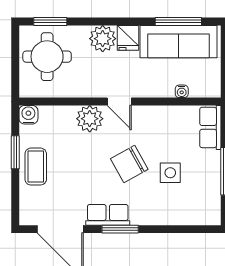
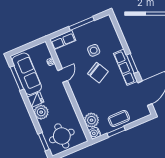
door: (119, 101) -> (63, 76), moved
plant: (90, 119) -> (91, 120), moved
row of seats: (108, 215) -> (126, 67), width x1.48

